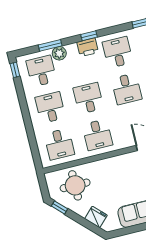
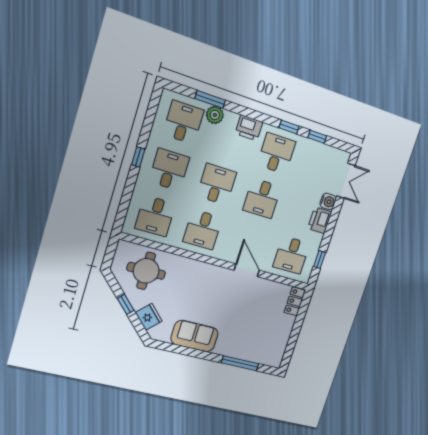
window: (89, 36) -> (289, 127), moved
window: (15, 70) -> (138, 157), moved
window: (60, 207) -> (126, 304), moved

